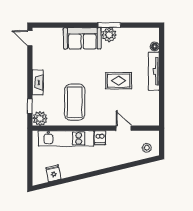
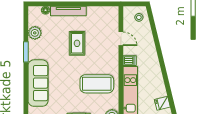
plant: (109, 35) -> (35, 33), moved
sofa: (82, 38) -> (38, 83), width x1.36
door: (124, 128) -> (121, 39), swing flipped

